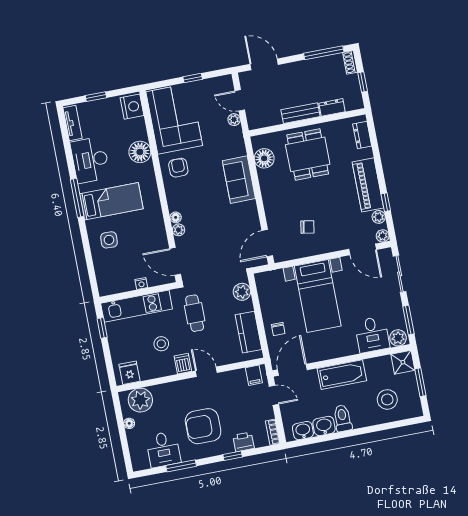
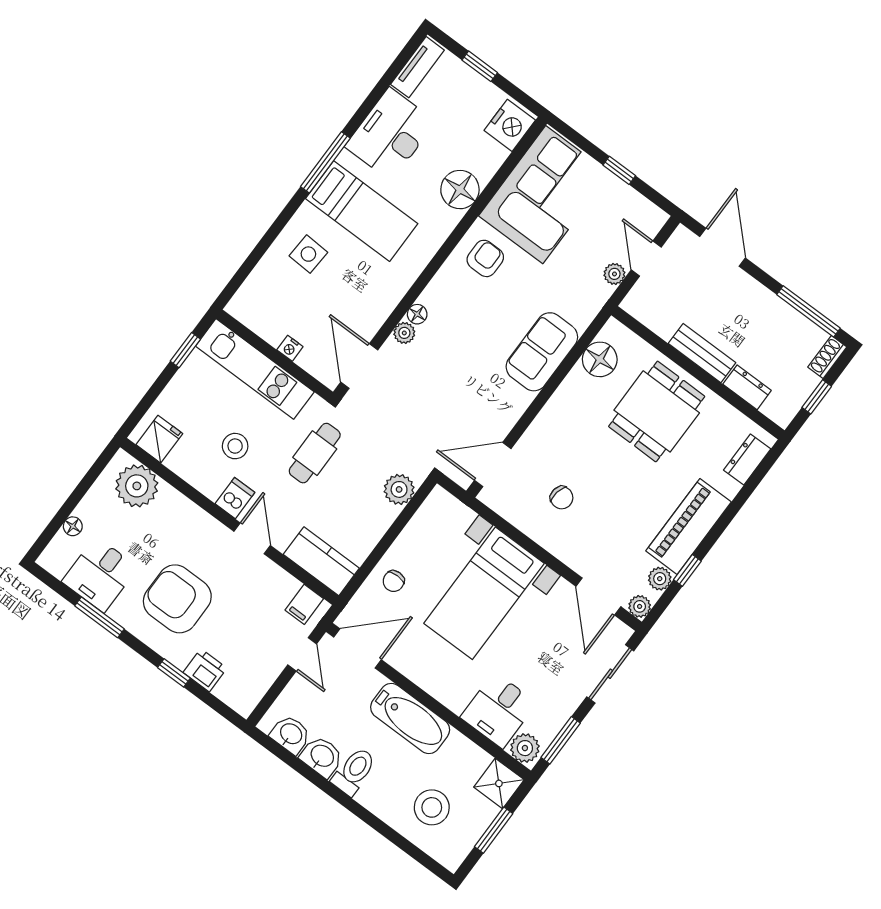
kitchen counter: (249, 332) -> (321, 561), moved, turned 90
floor lamp: (129, 423) -> (73, 526), moved
bookcase: (273, 432) -> (252, 697), removed

